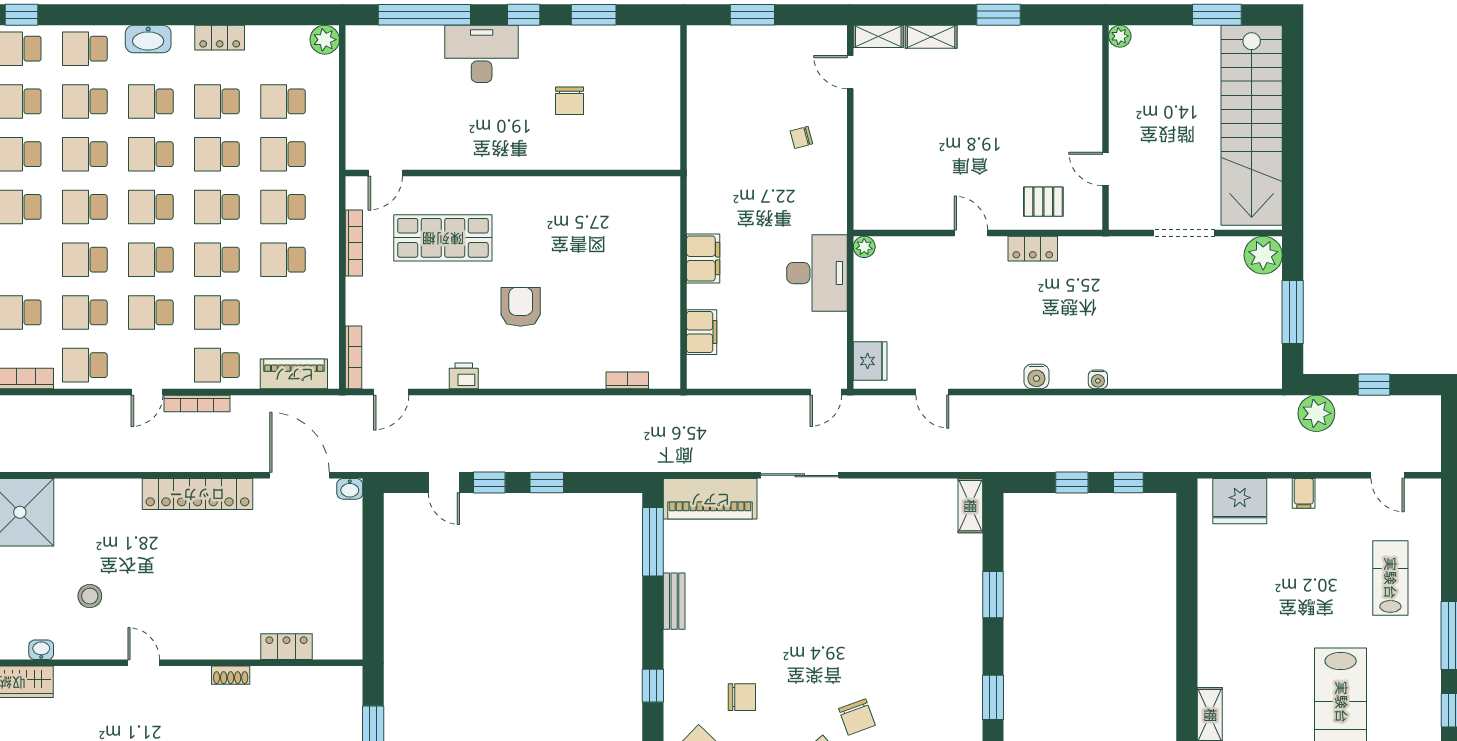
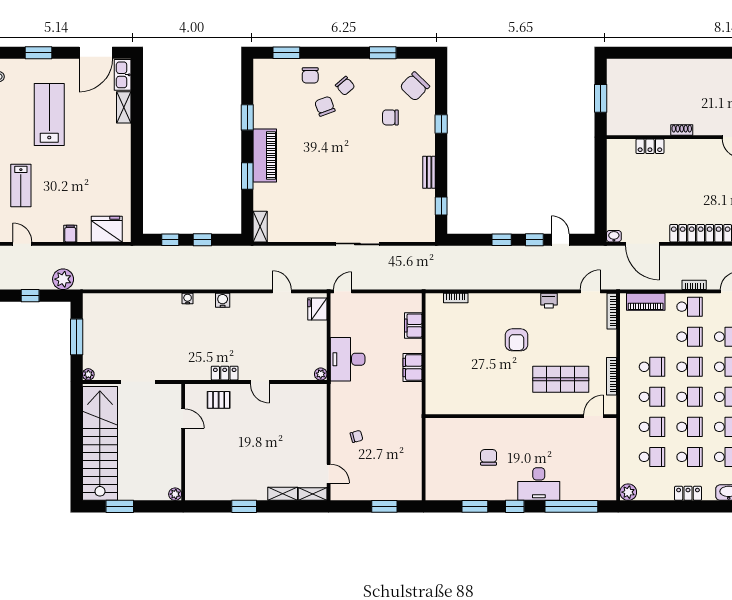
plant: (1263, 255) -> (88, 374), width x0.53, depth x0.53
bookcase: (197, 403) -> (694, 285), width x0.64
piano: (710, 499) -> (265, 155), moved, turned 90
window: (653, 542) -> (441, 206), width x0.46

